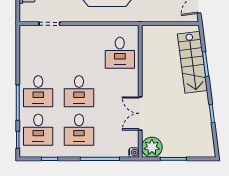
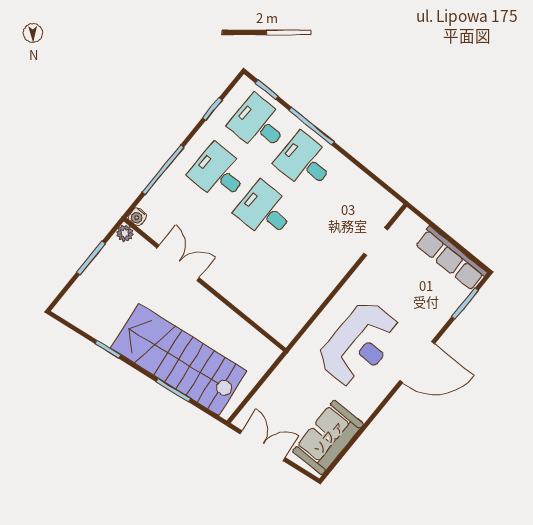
desk: (120, 53) -> (271, 298), removed
stairs: (192, 62) -> (179, 360), width x1.36, depth x1.51
plant: (152, 147) -> (125, 233), width x0.53, depth x0.53

